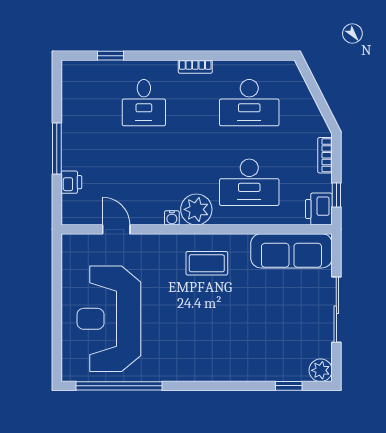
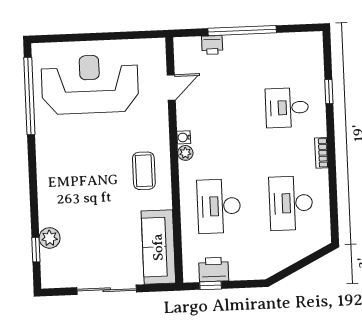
window: (111, 56) -> (329, 92), moved
window: (57, 148) -> (242, 31), width x1.46
bookcase: (325, 155) -> (246, 274), removed
plant: (196, 209) -> (185, 153), width x0.53, depth x0.53
printer: (319, 209) -> (214, 269), moved
plant: (321, 370) -> (50, 238), moved

